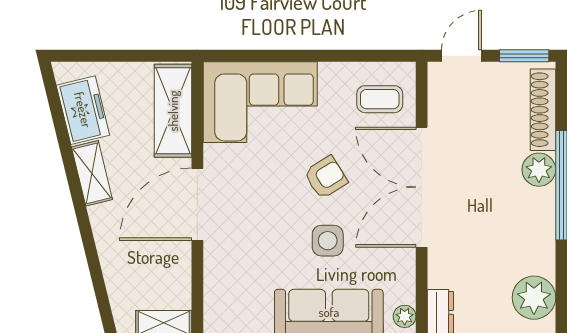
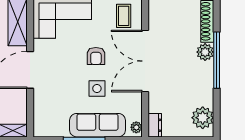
coffee table: (380, 99) -> (124, 16), turned 90
armchair: (326, 177) -> (96, 56), turned 122

